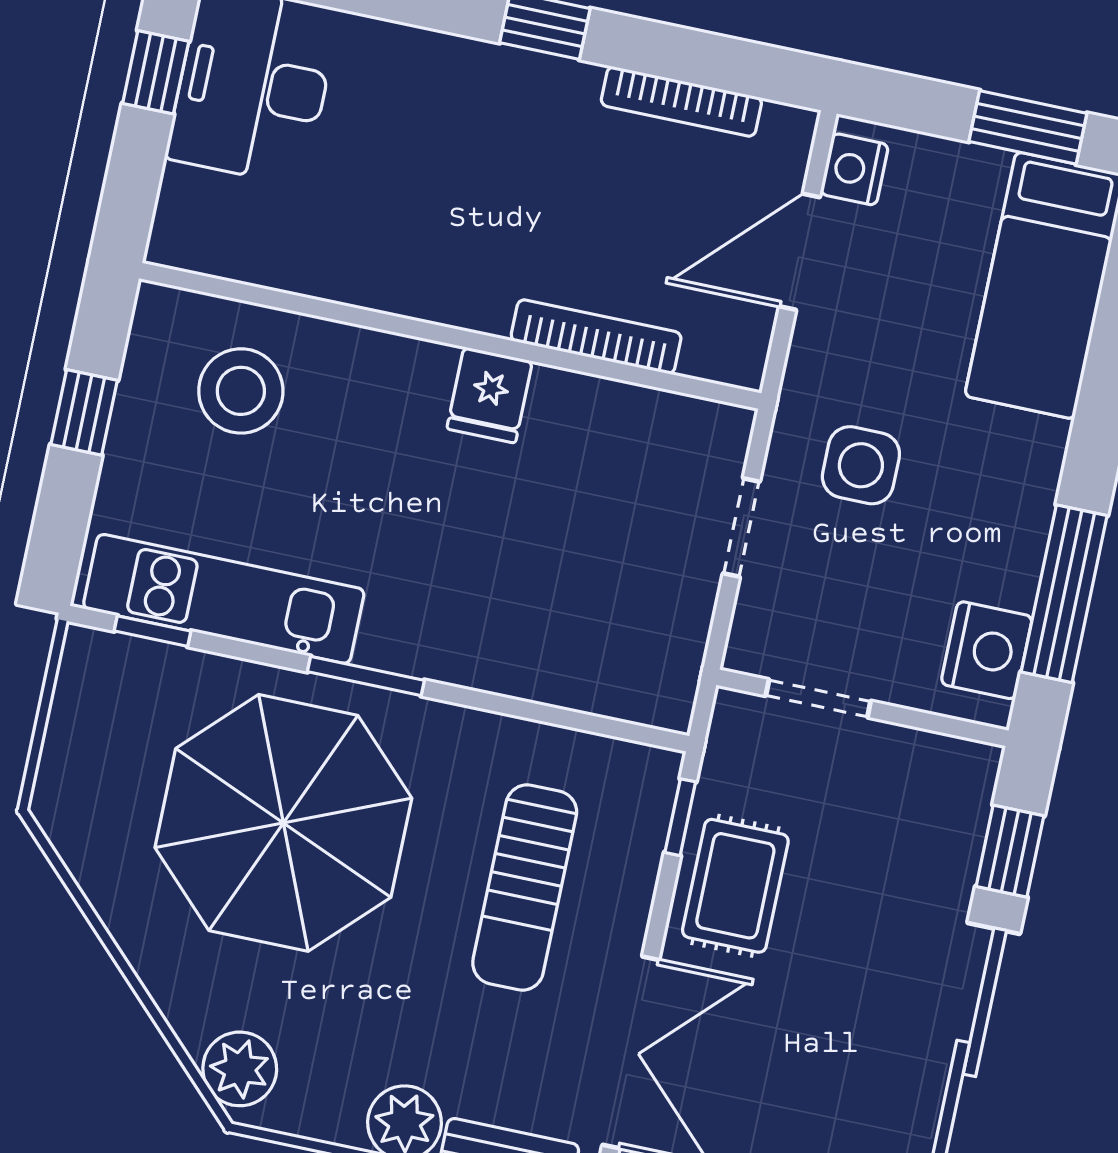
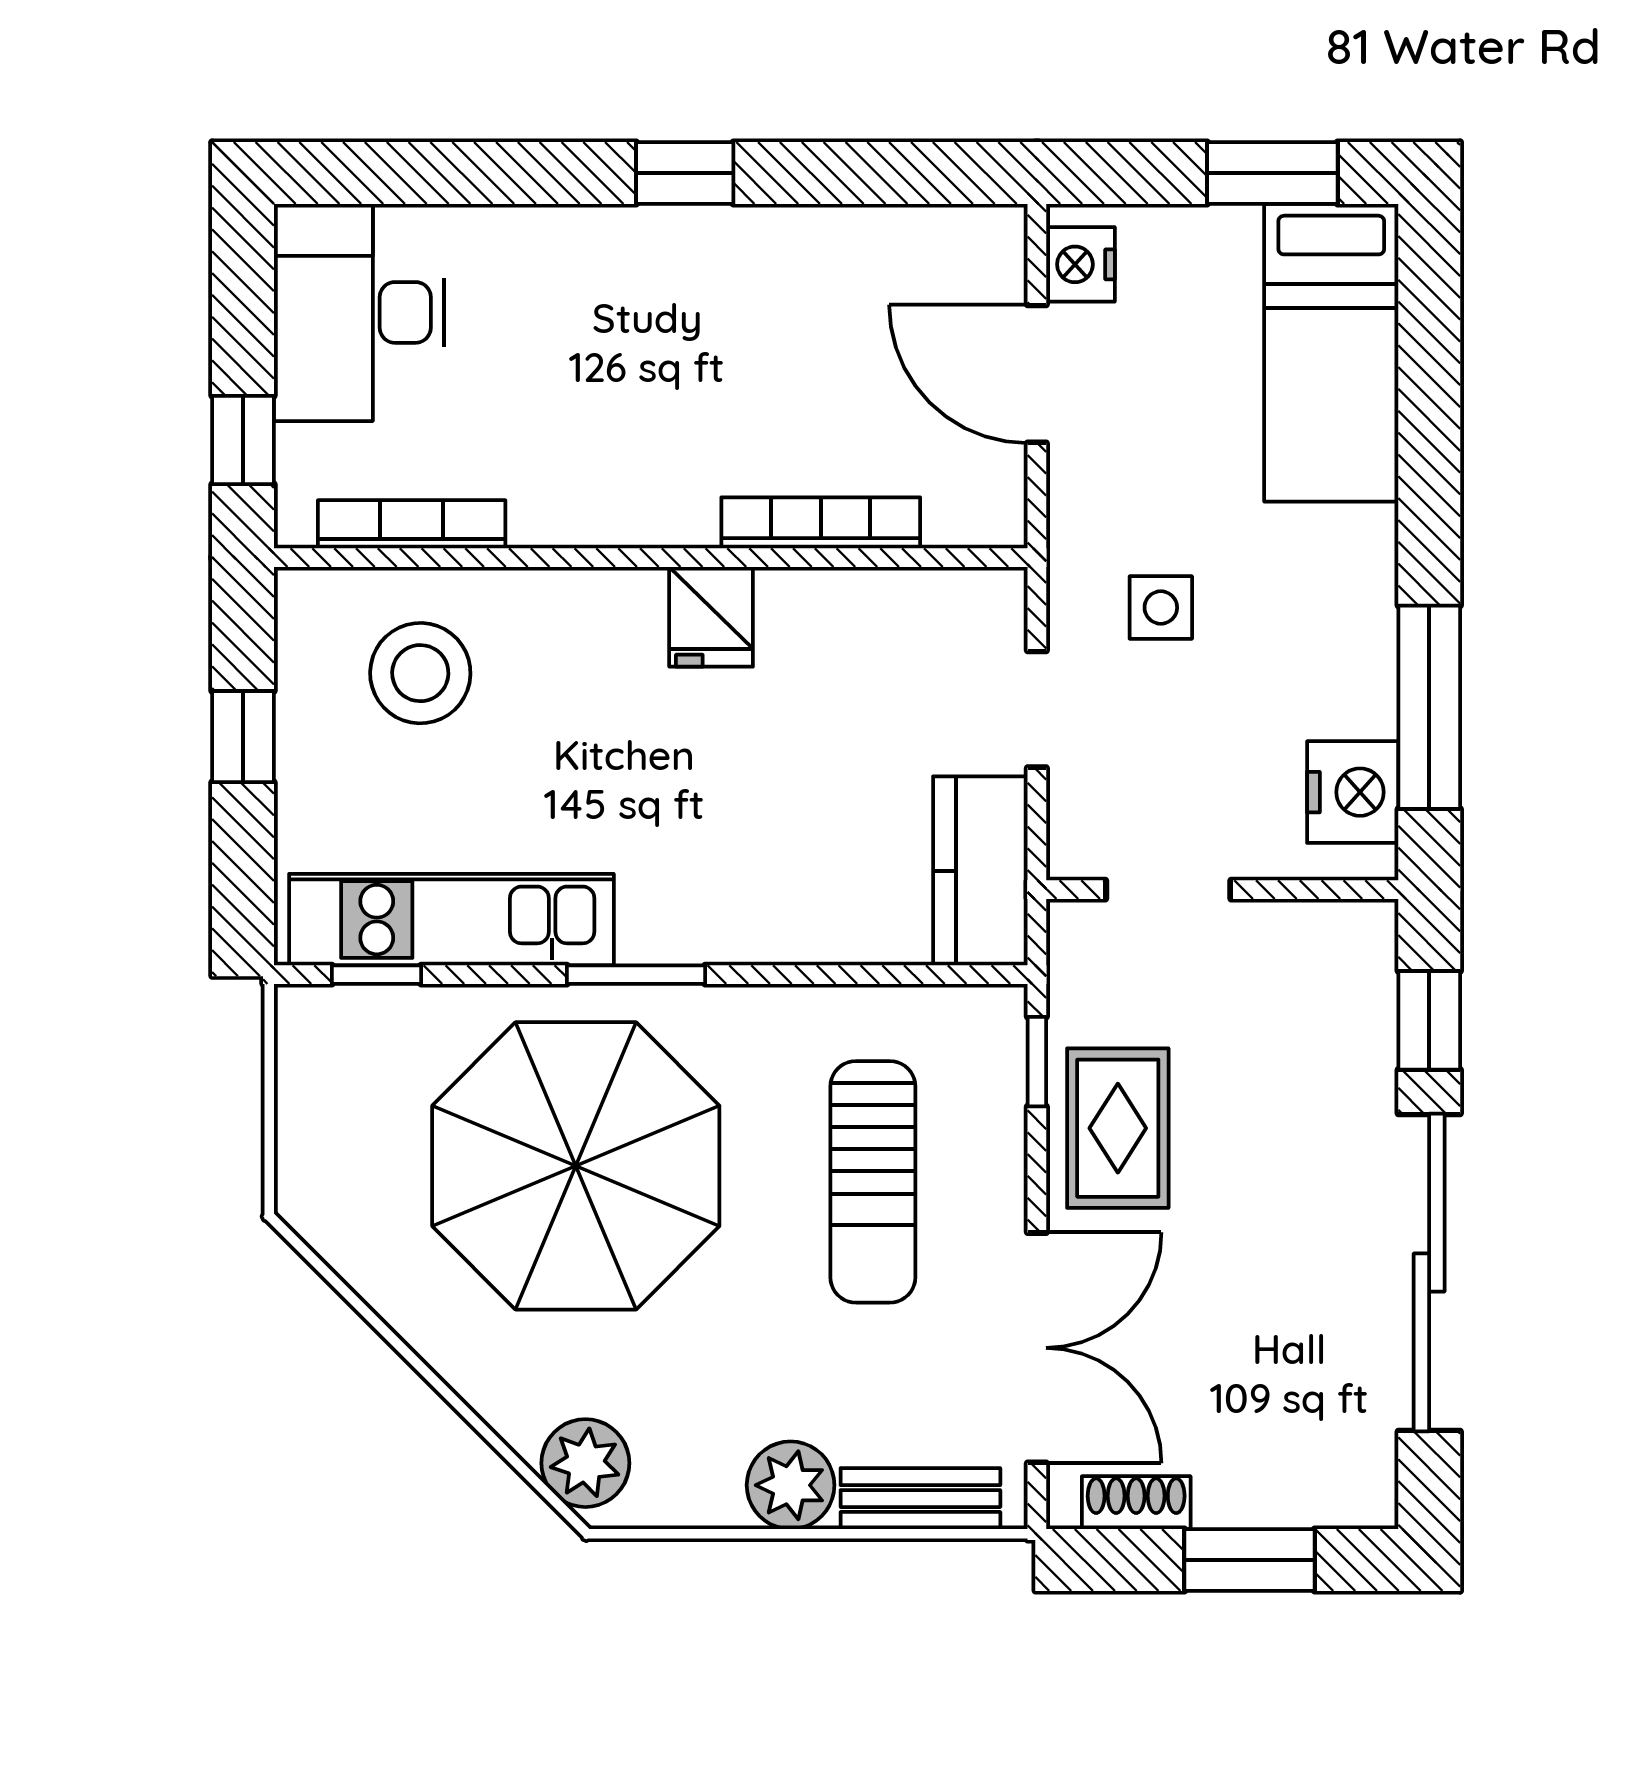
window: (156, 72) -> (243, 440), moved
bookcase: (681, 101) -> (412, 524), moved, turned 180
door: (799, 252) -> (1037, 374), hinge flipped
side table: (861, 465) -> (1161, 608), width x0.73, depth x0.73
kitchen counter: (667, 650) -> (980, 871), added

